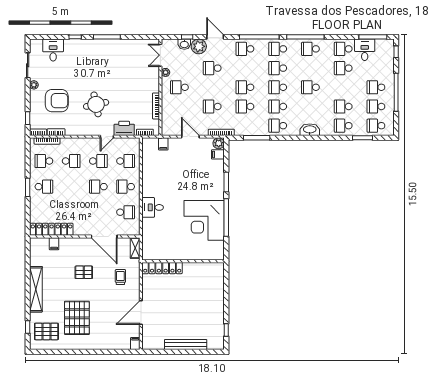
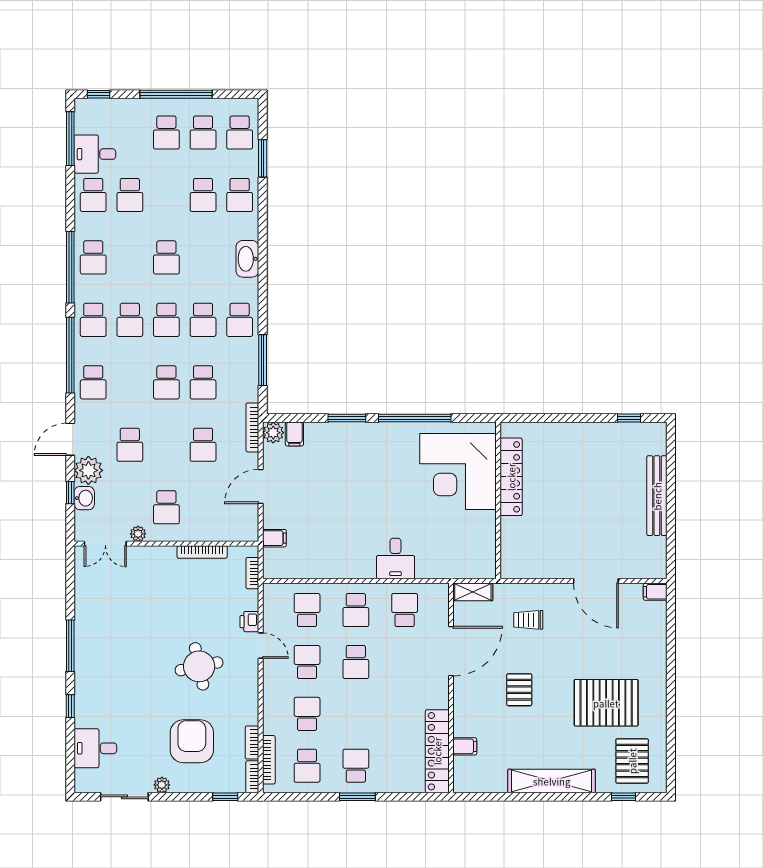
printer: (124, 128) -> (249, 622), width x0.53, depth x0.68
corner desk: (204, 220) -> (458, 472), moved, turned 90
locker: (162, 268) -> (511, 477), moved

